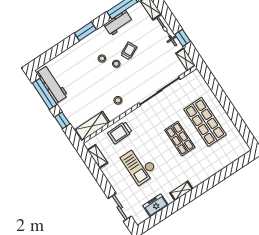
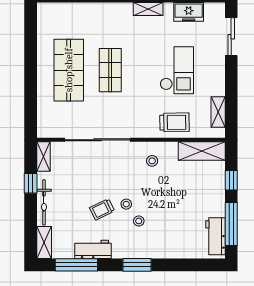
workbench: (52, 84) -> (215, 236), width x0.73

